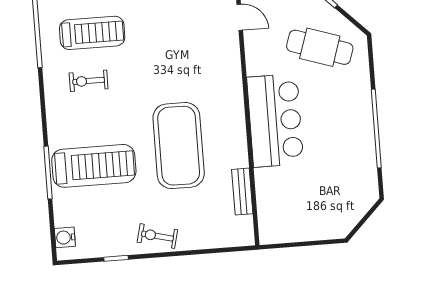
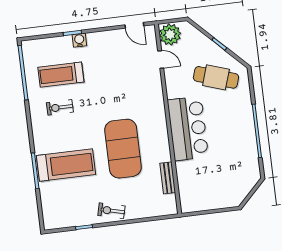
treadmill: (92, 33) -> (61, 75), turned 180
water cooler: (65, 237) -> (49, 215), removed

